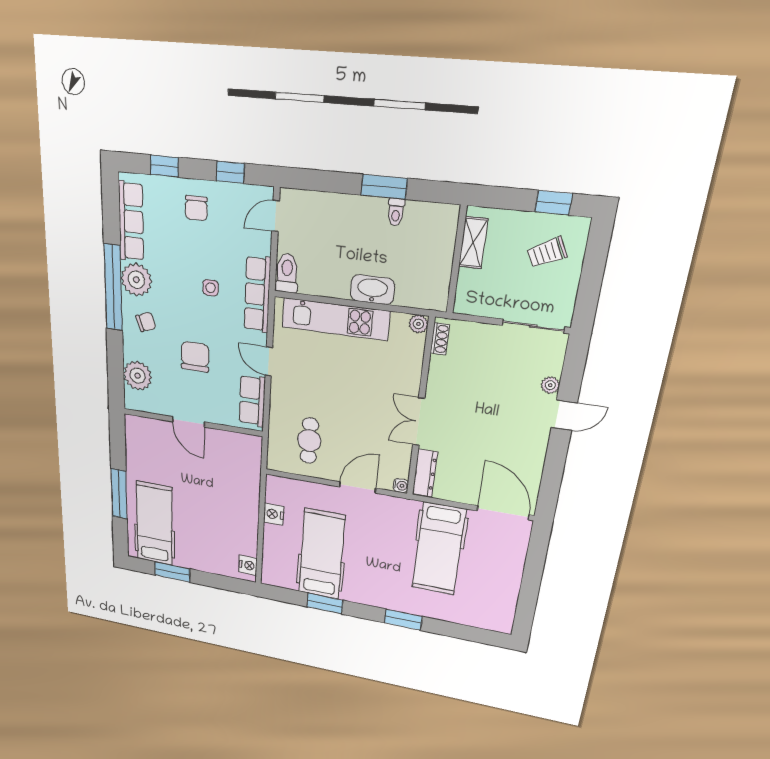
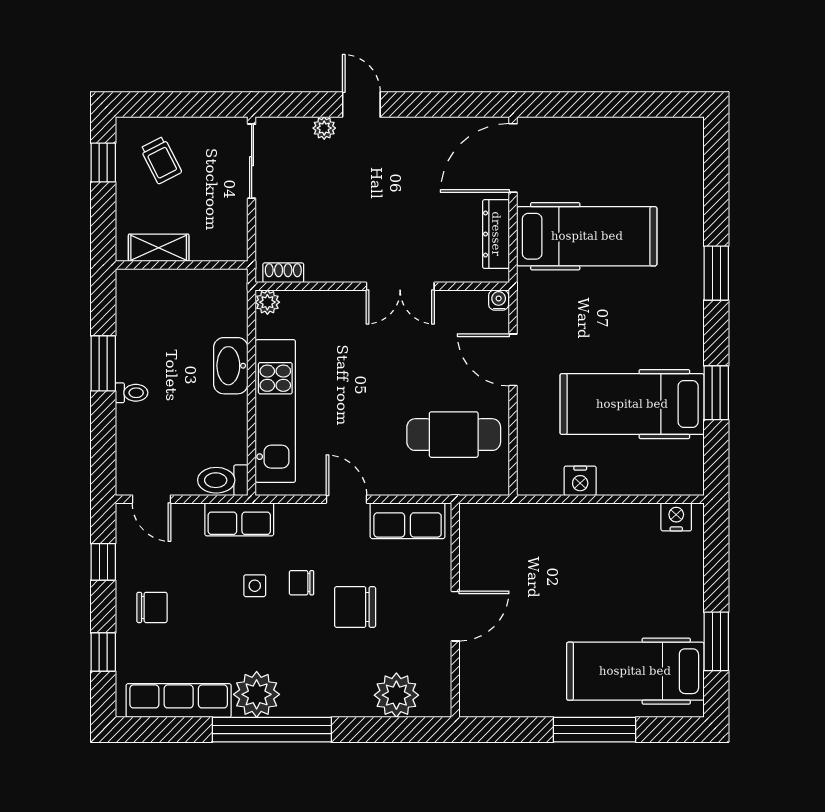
toilet: (396, 212) -> (132, 393), moved
row of seats: (257, 294) -> (239, 519), width x0.68
chair: (146, 322) -> (302, 583), moved, turned -70
door: (269, 361) -> (346, 499), swing flipped
cafe table: (309, 441) -> (454, 435), width x1.37, depth x1.35
dresser: (425, 473) -> (496, 234), moved, turned -90

